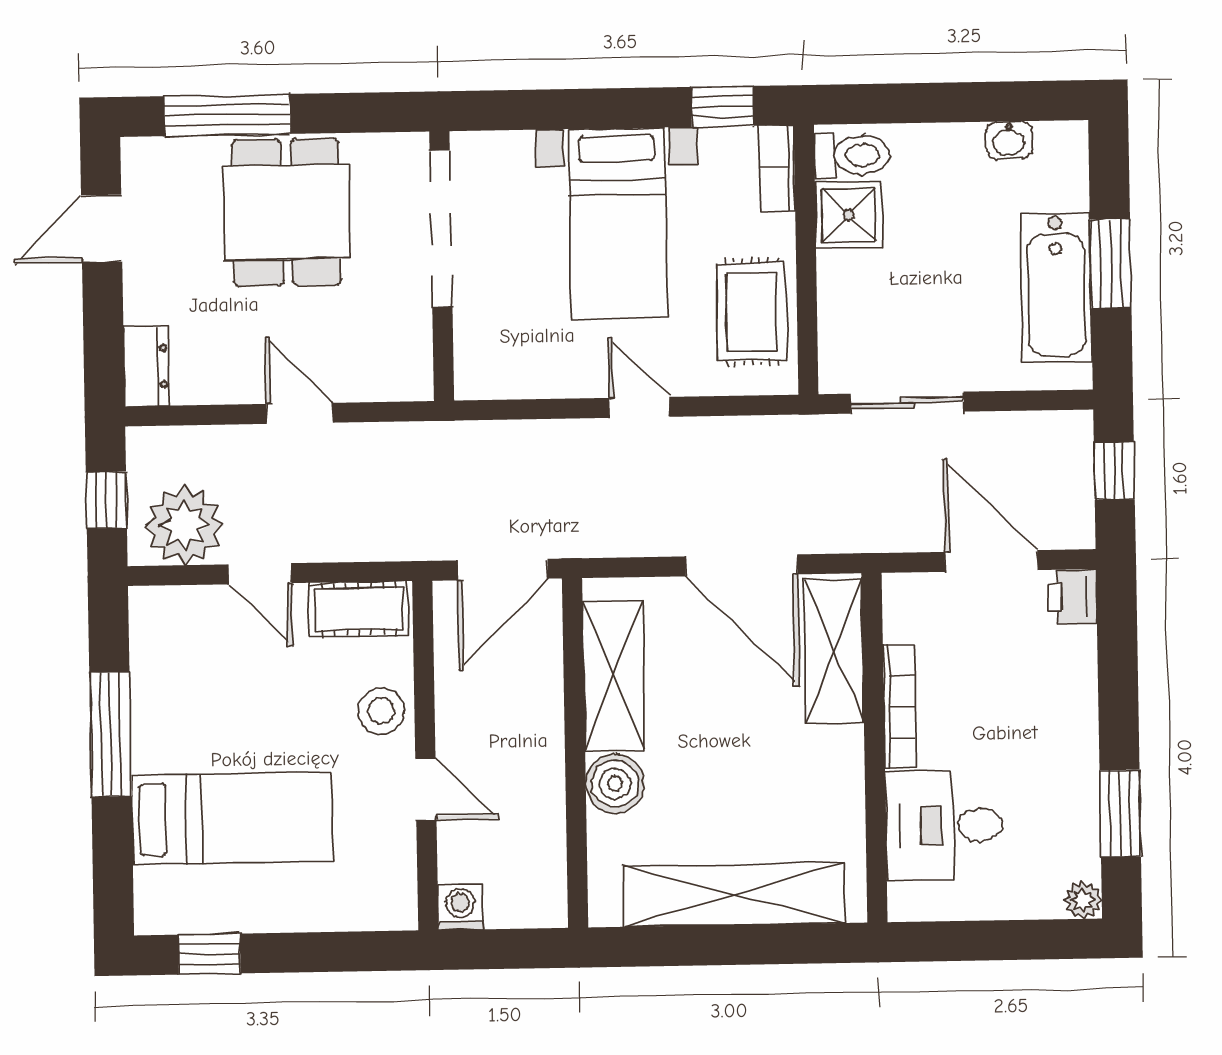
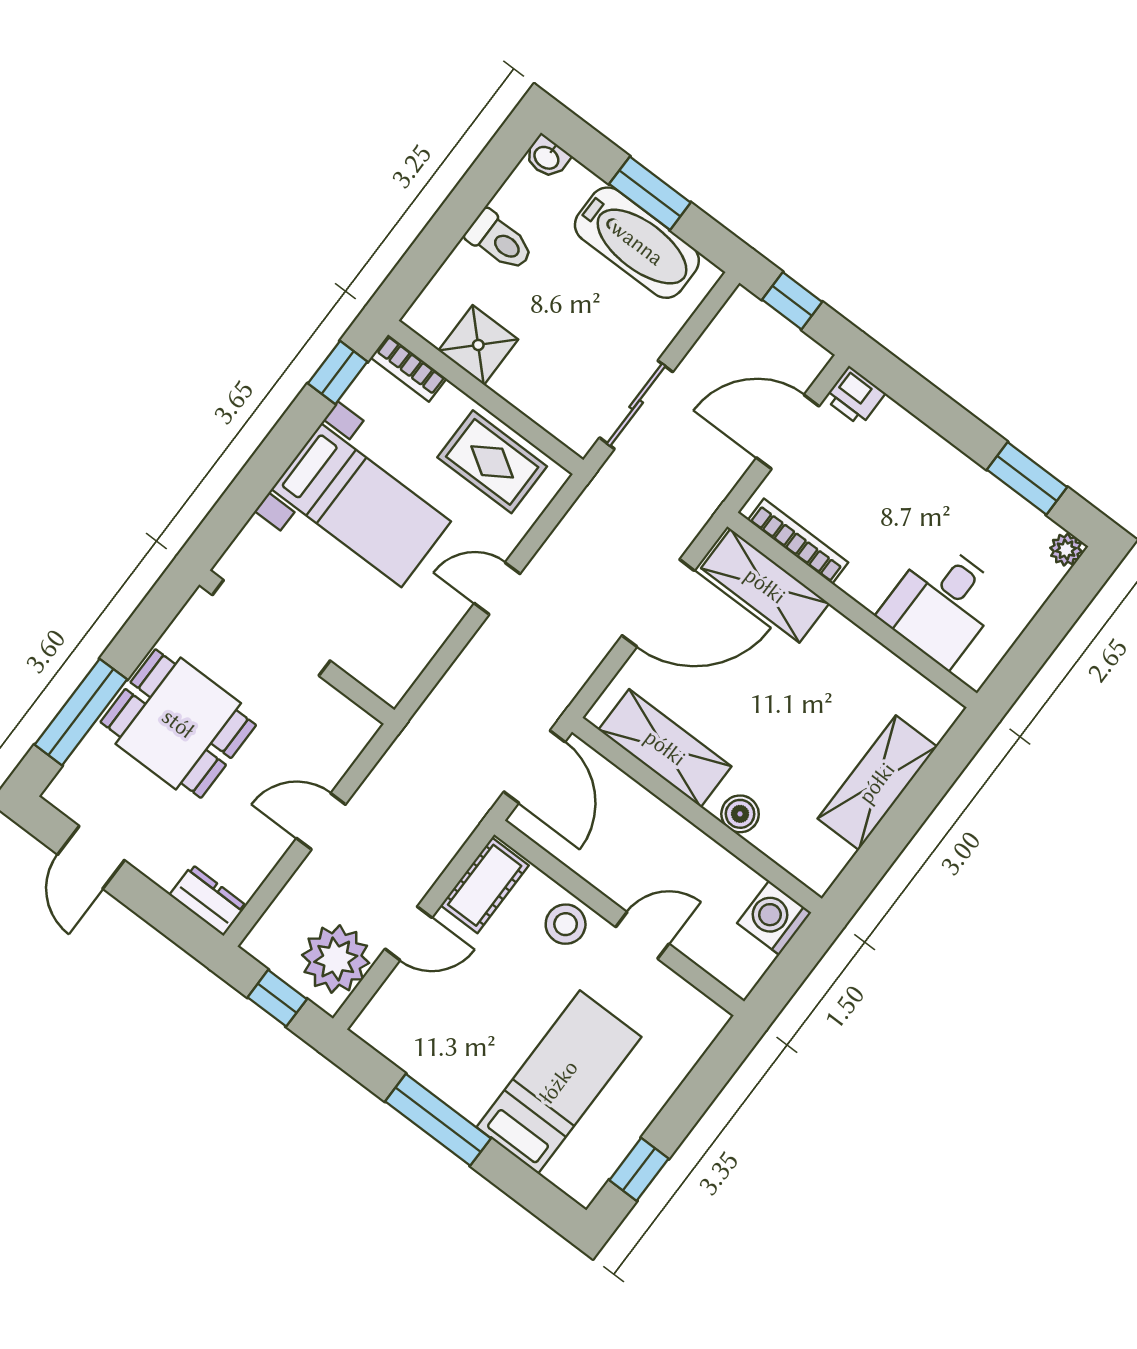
washbasin: (1009, 140) -> (547, 157), moved, turned 90
toilet: (852, 155) -> (500, 241), moved, turned 90
bookcase: (900, 707) -> (798, 541), moved
boiler: (615, 783) -> (740, 814), width x0.73, depth x0.73
shelving: (734, 895) -> (877, 783), width x0.68
washing machine: (460, 907) -> (774, 918), moved, width x1.38, depth x1.38

